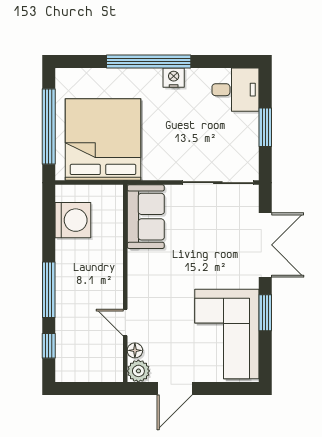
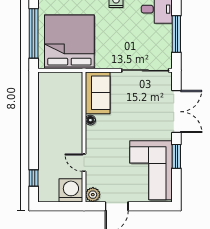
window: (265, 127) -> (176, 34), width x1.44
washing machine: (73, 220) -> (71, 190), moved, turned -90
window: (49, 290) -> (34, 141), removed
floor lamp: (135, 350) -> (90, 120), moved

